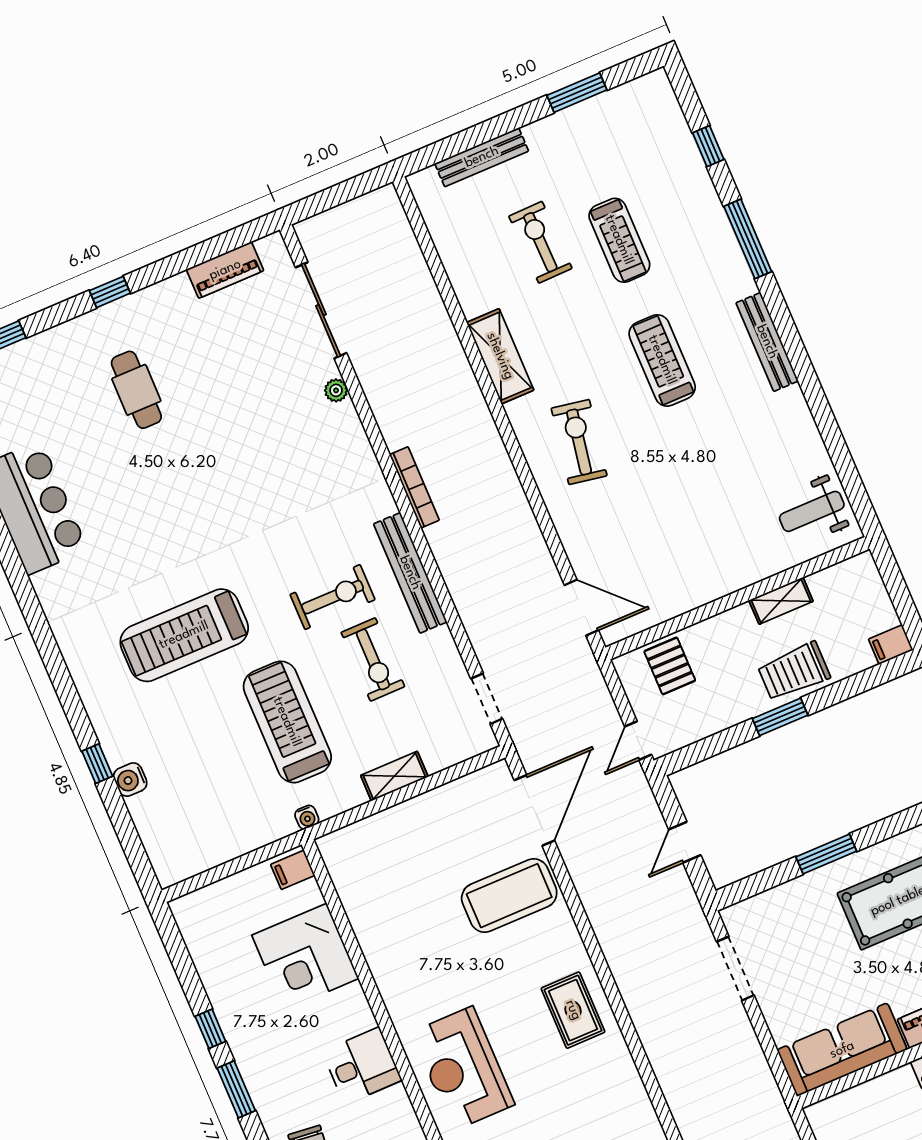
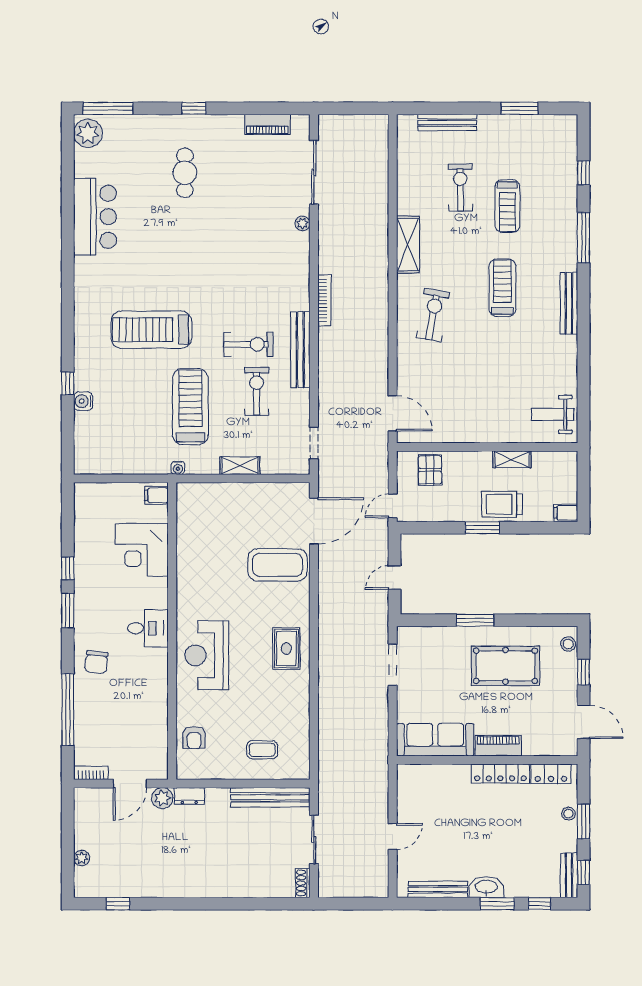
exercise bike: (373, 659) -> (257, 391), turned 180

